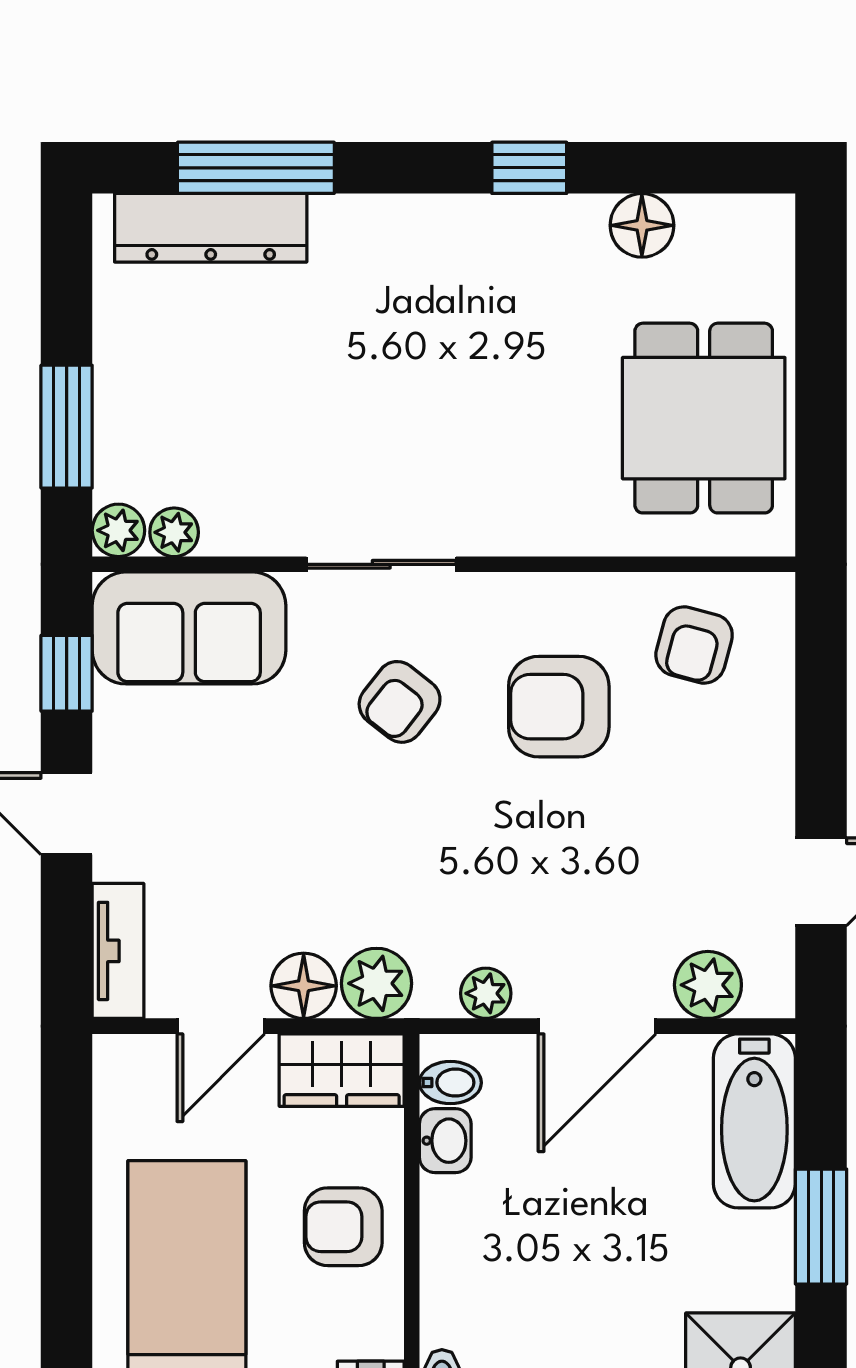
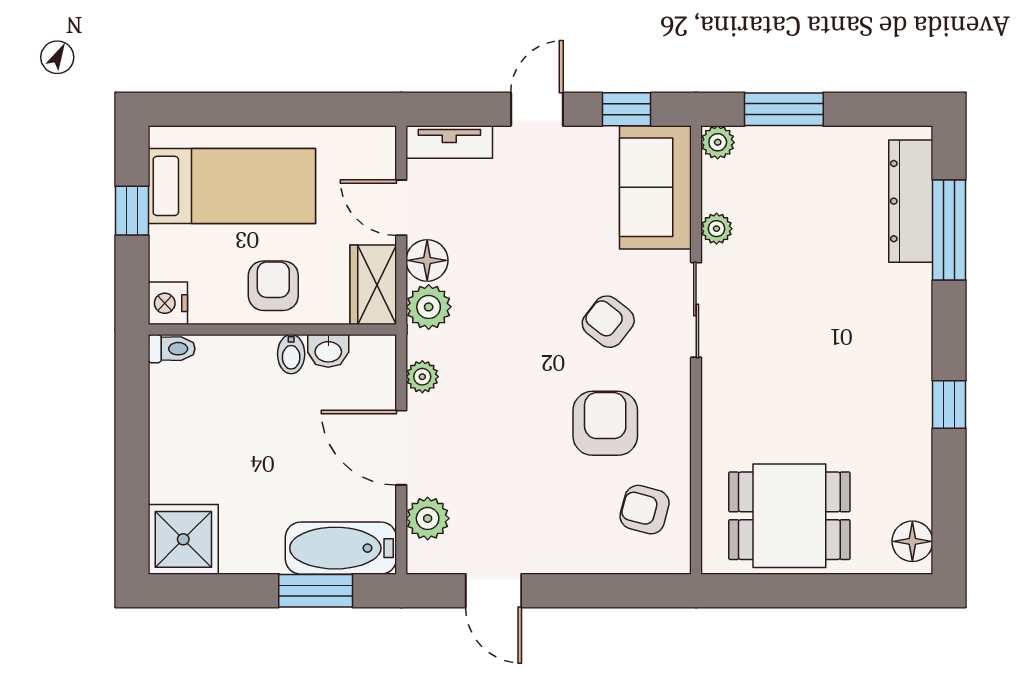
floor lamp: (642, 225) -> (912, 541), moved
plant: (174, 532) -> (716, 229), moved
bidet: (450, 1083) -> (291, 354), moved
window: (821, 1227) -> (316, 591), moved

